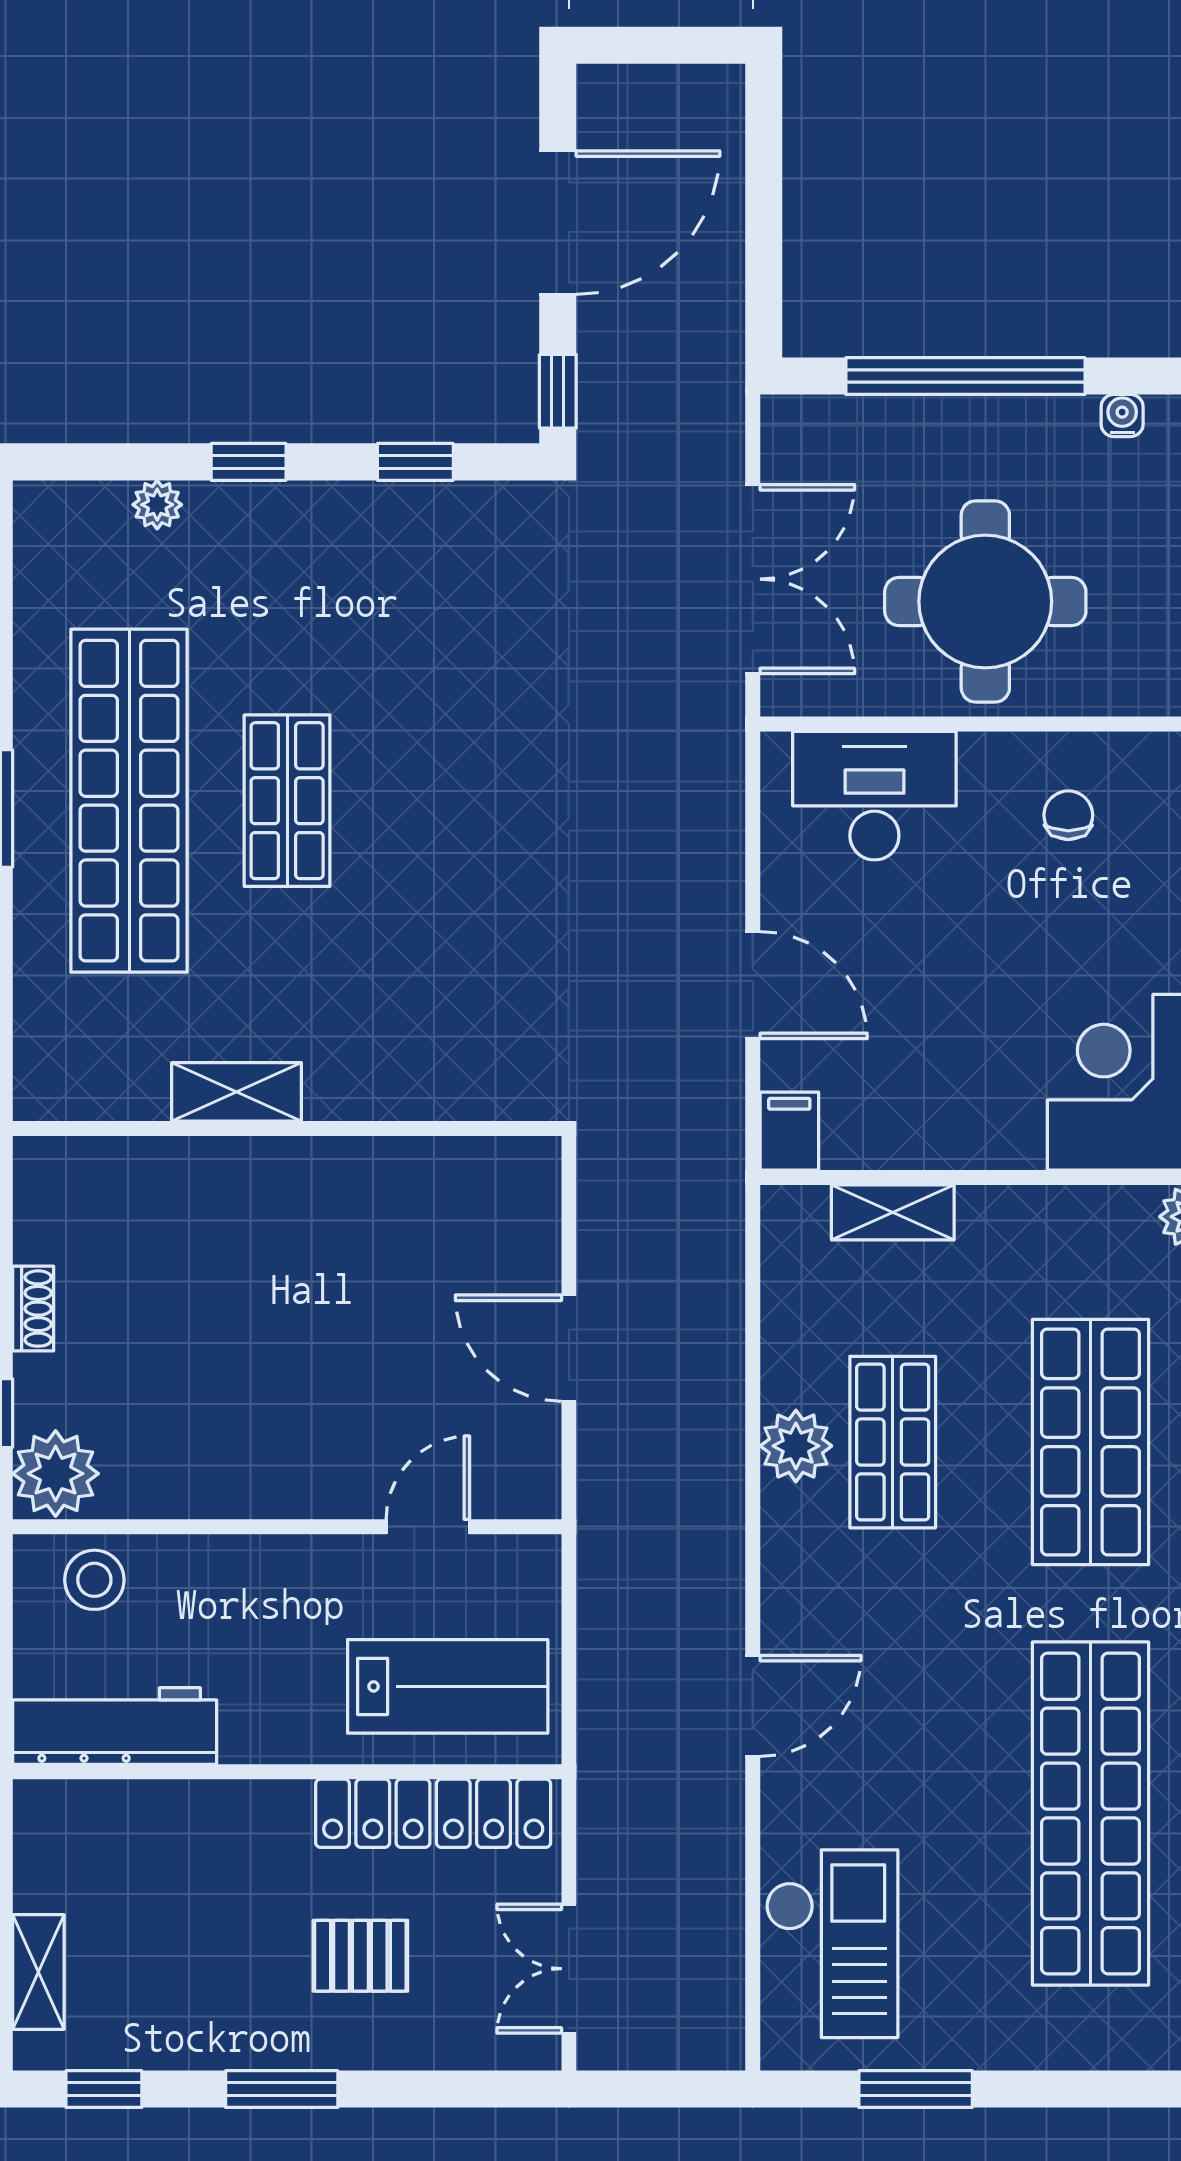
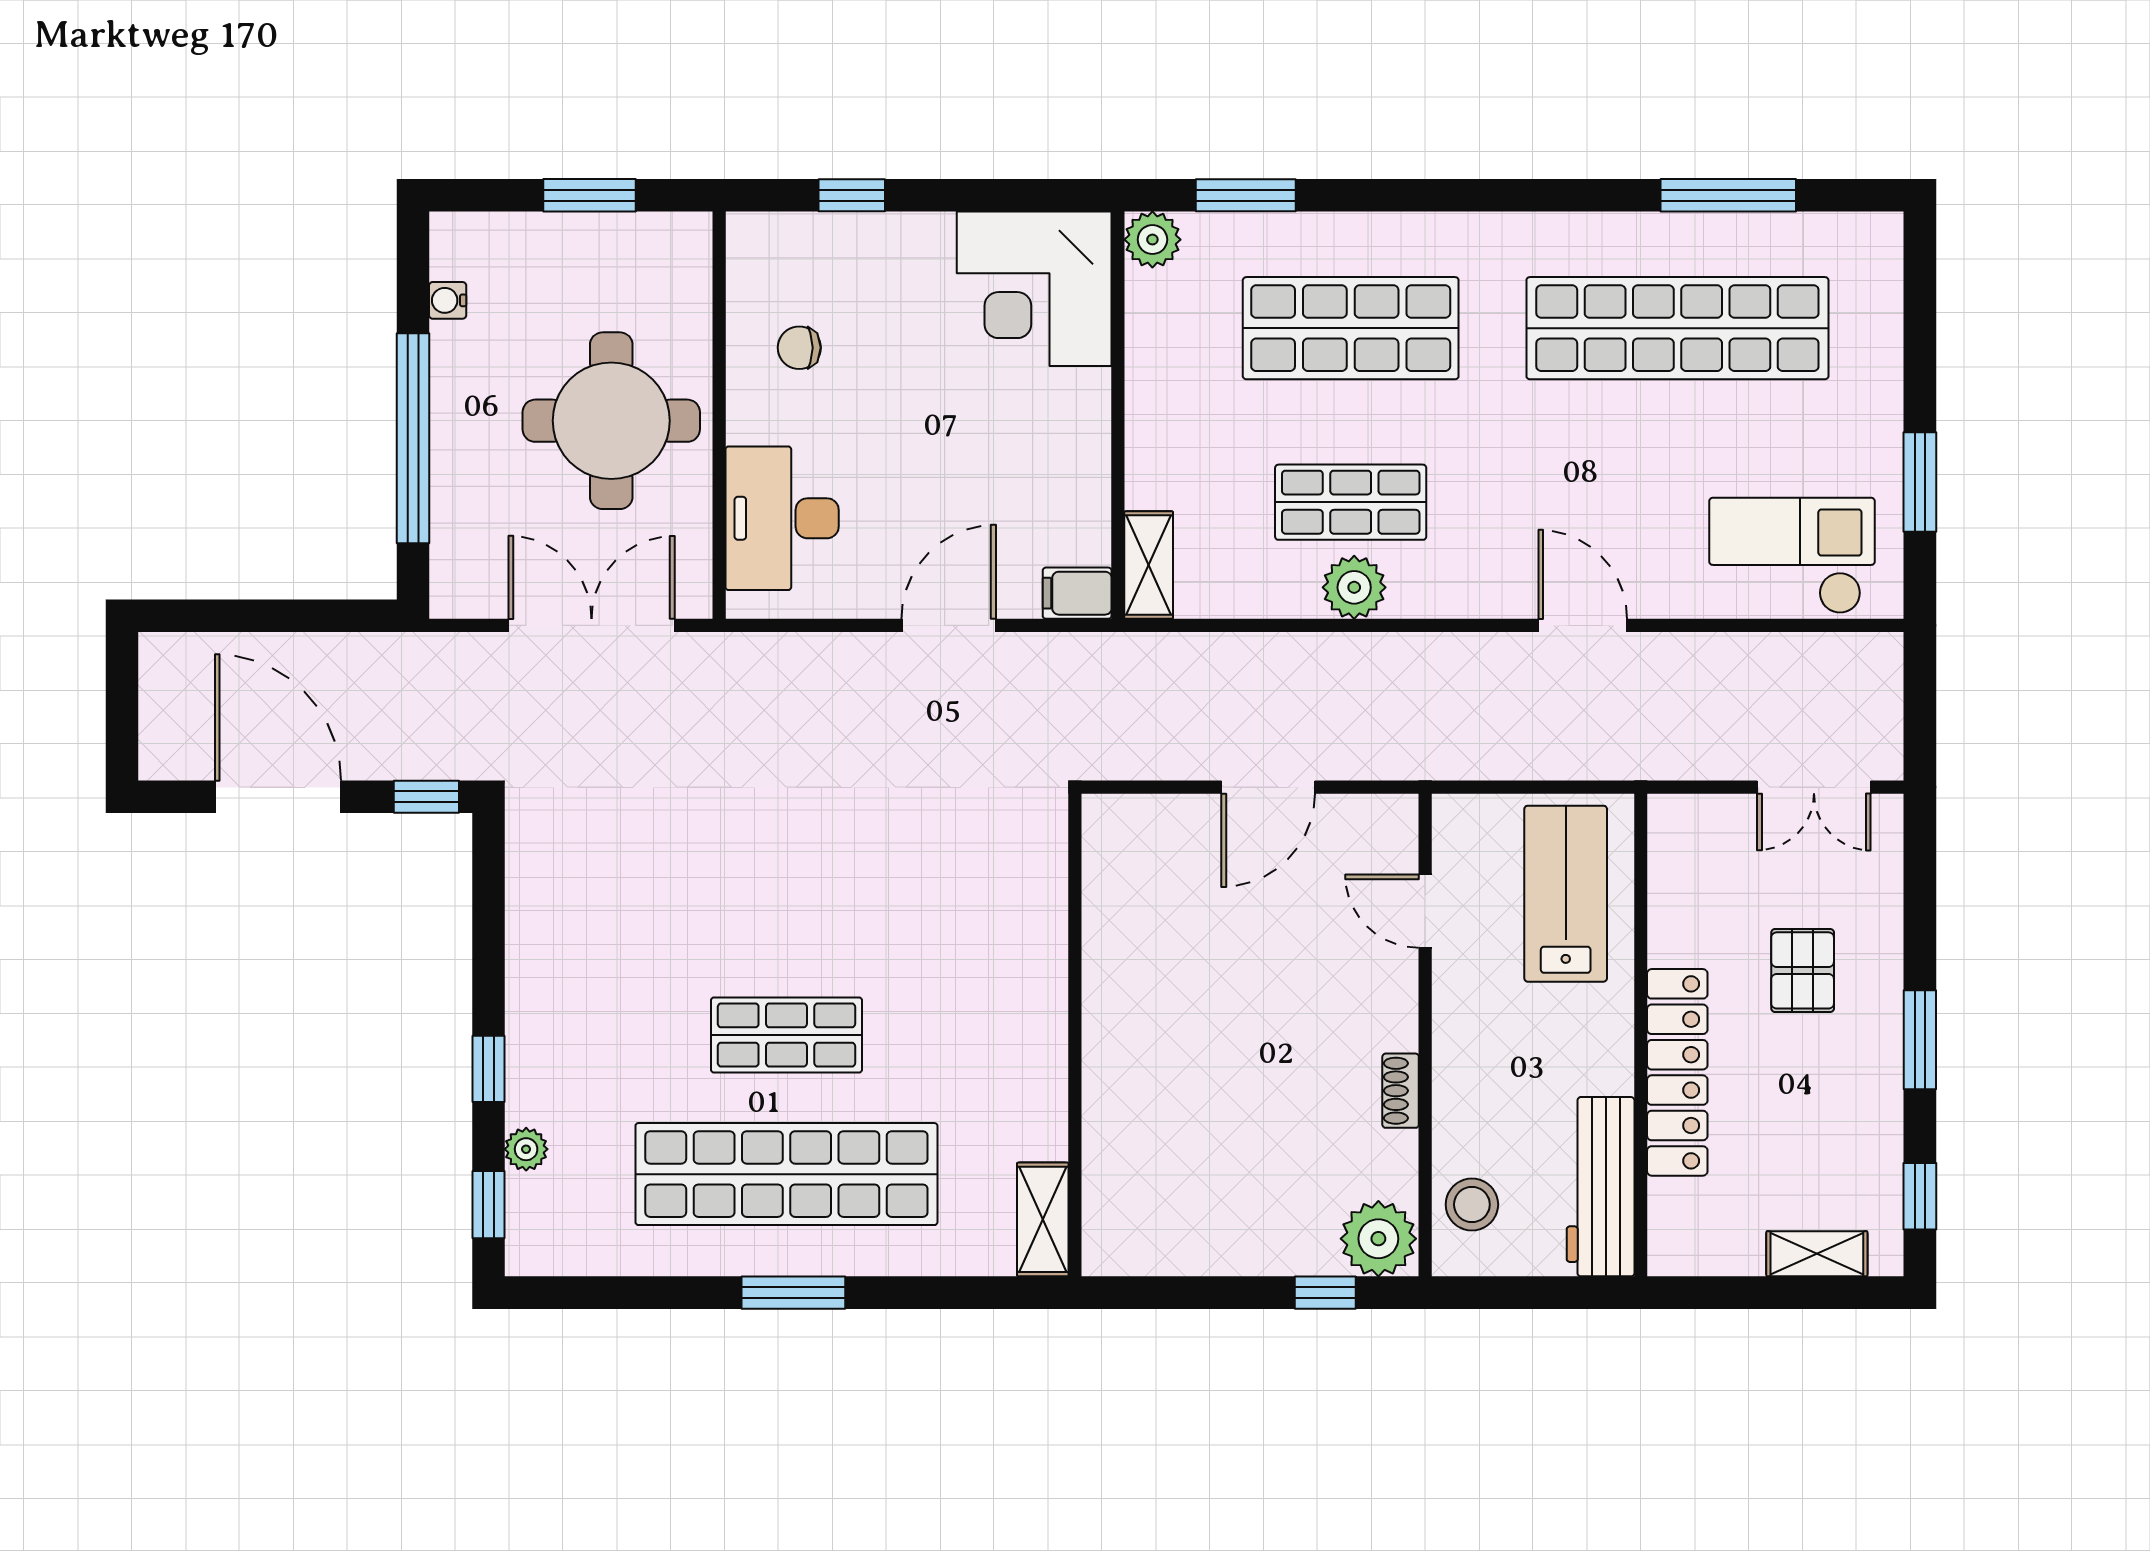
window: (415, 462) -> (488, 1205), moved
shelving: (237, 1092) -> (1043, 1219), moved
shelving: (893, 1212) -> (1149, 565), moved
shoe rack: (33, 1309) -> (1401, 1091), moved, turned -90
locker: (433, 1813) -> (1677, 1072), moved

